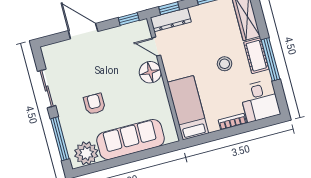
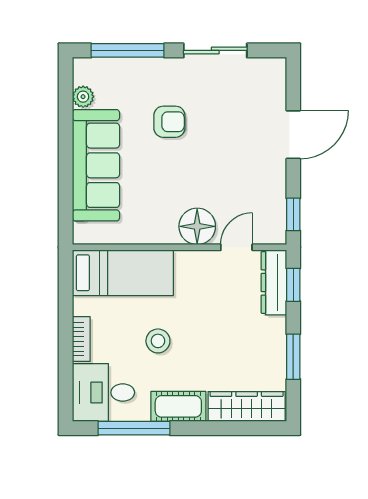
window: (270, 59) -> (134, 428), moved
stool: (225, 64) -> (158, 341), moved
plant: (86, 153) -> (83, 97), width x0.53, depth x0.53

